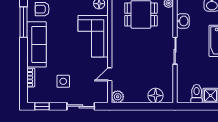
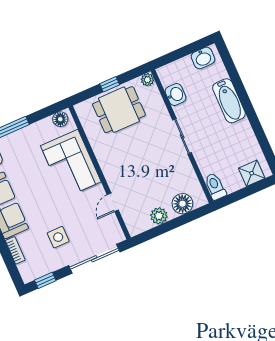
toilet: (197, 94) -> (215, 186), moved
plant: (118, 97) -> (159, 216), moved
sliding door: (81, 106) -> (94, 259), width x1.37

